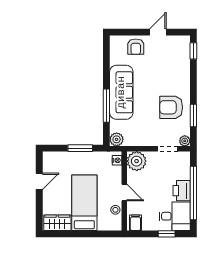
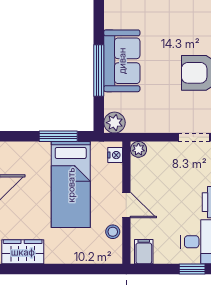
sofa: (121, 92) -> (122, 61), width x0.73
plant: (137, 161) -> (138, 149), width x0.53, depth x0.53
bed: (84, 203) -> (71, 185), moved, turned 180

